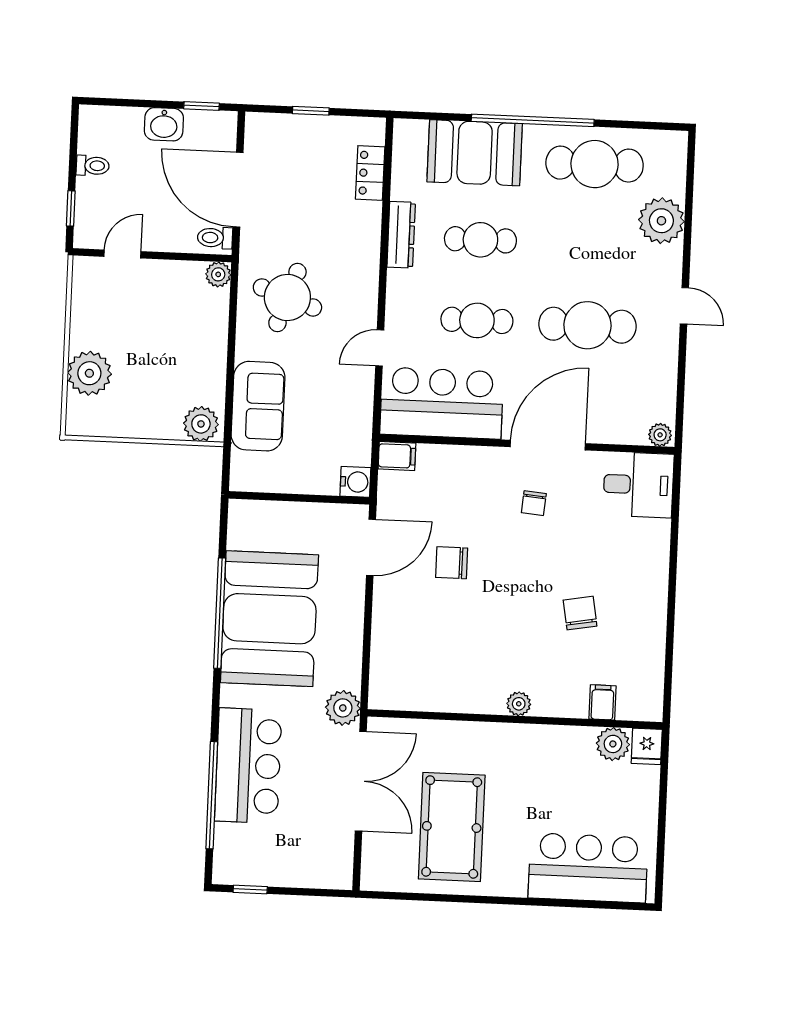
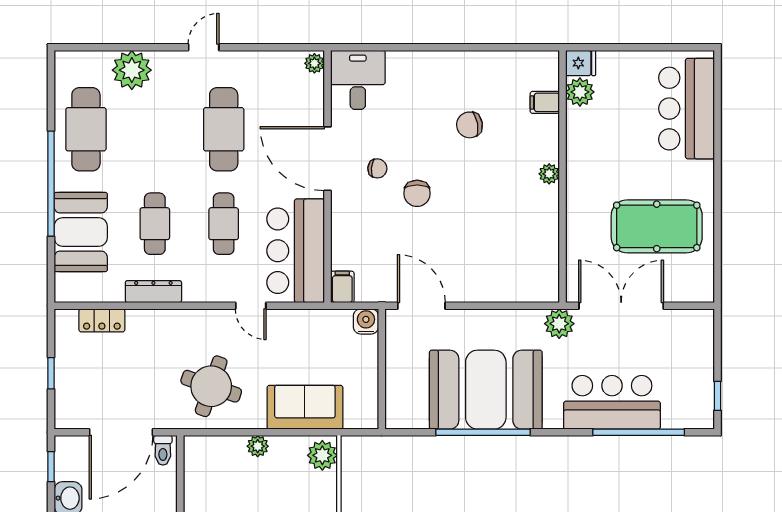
plant: (218, 274) -> (258, 446), moved
chair: (452, 563) -> (417, 193), moved

